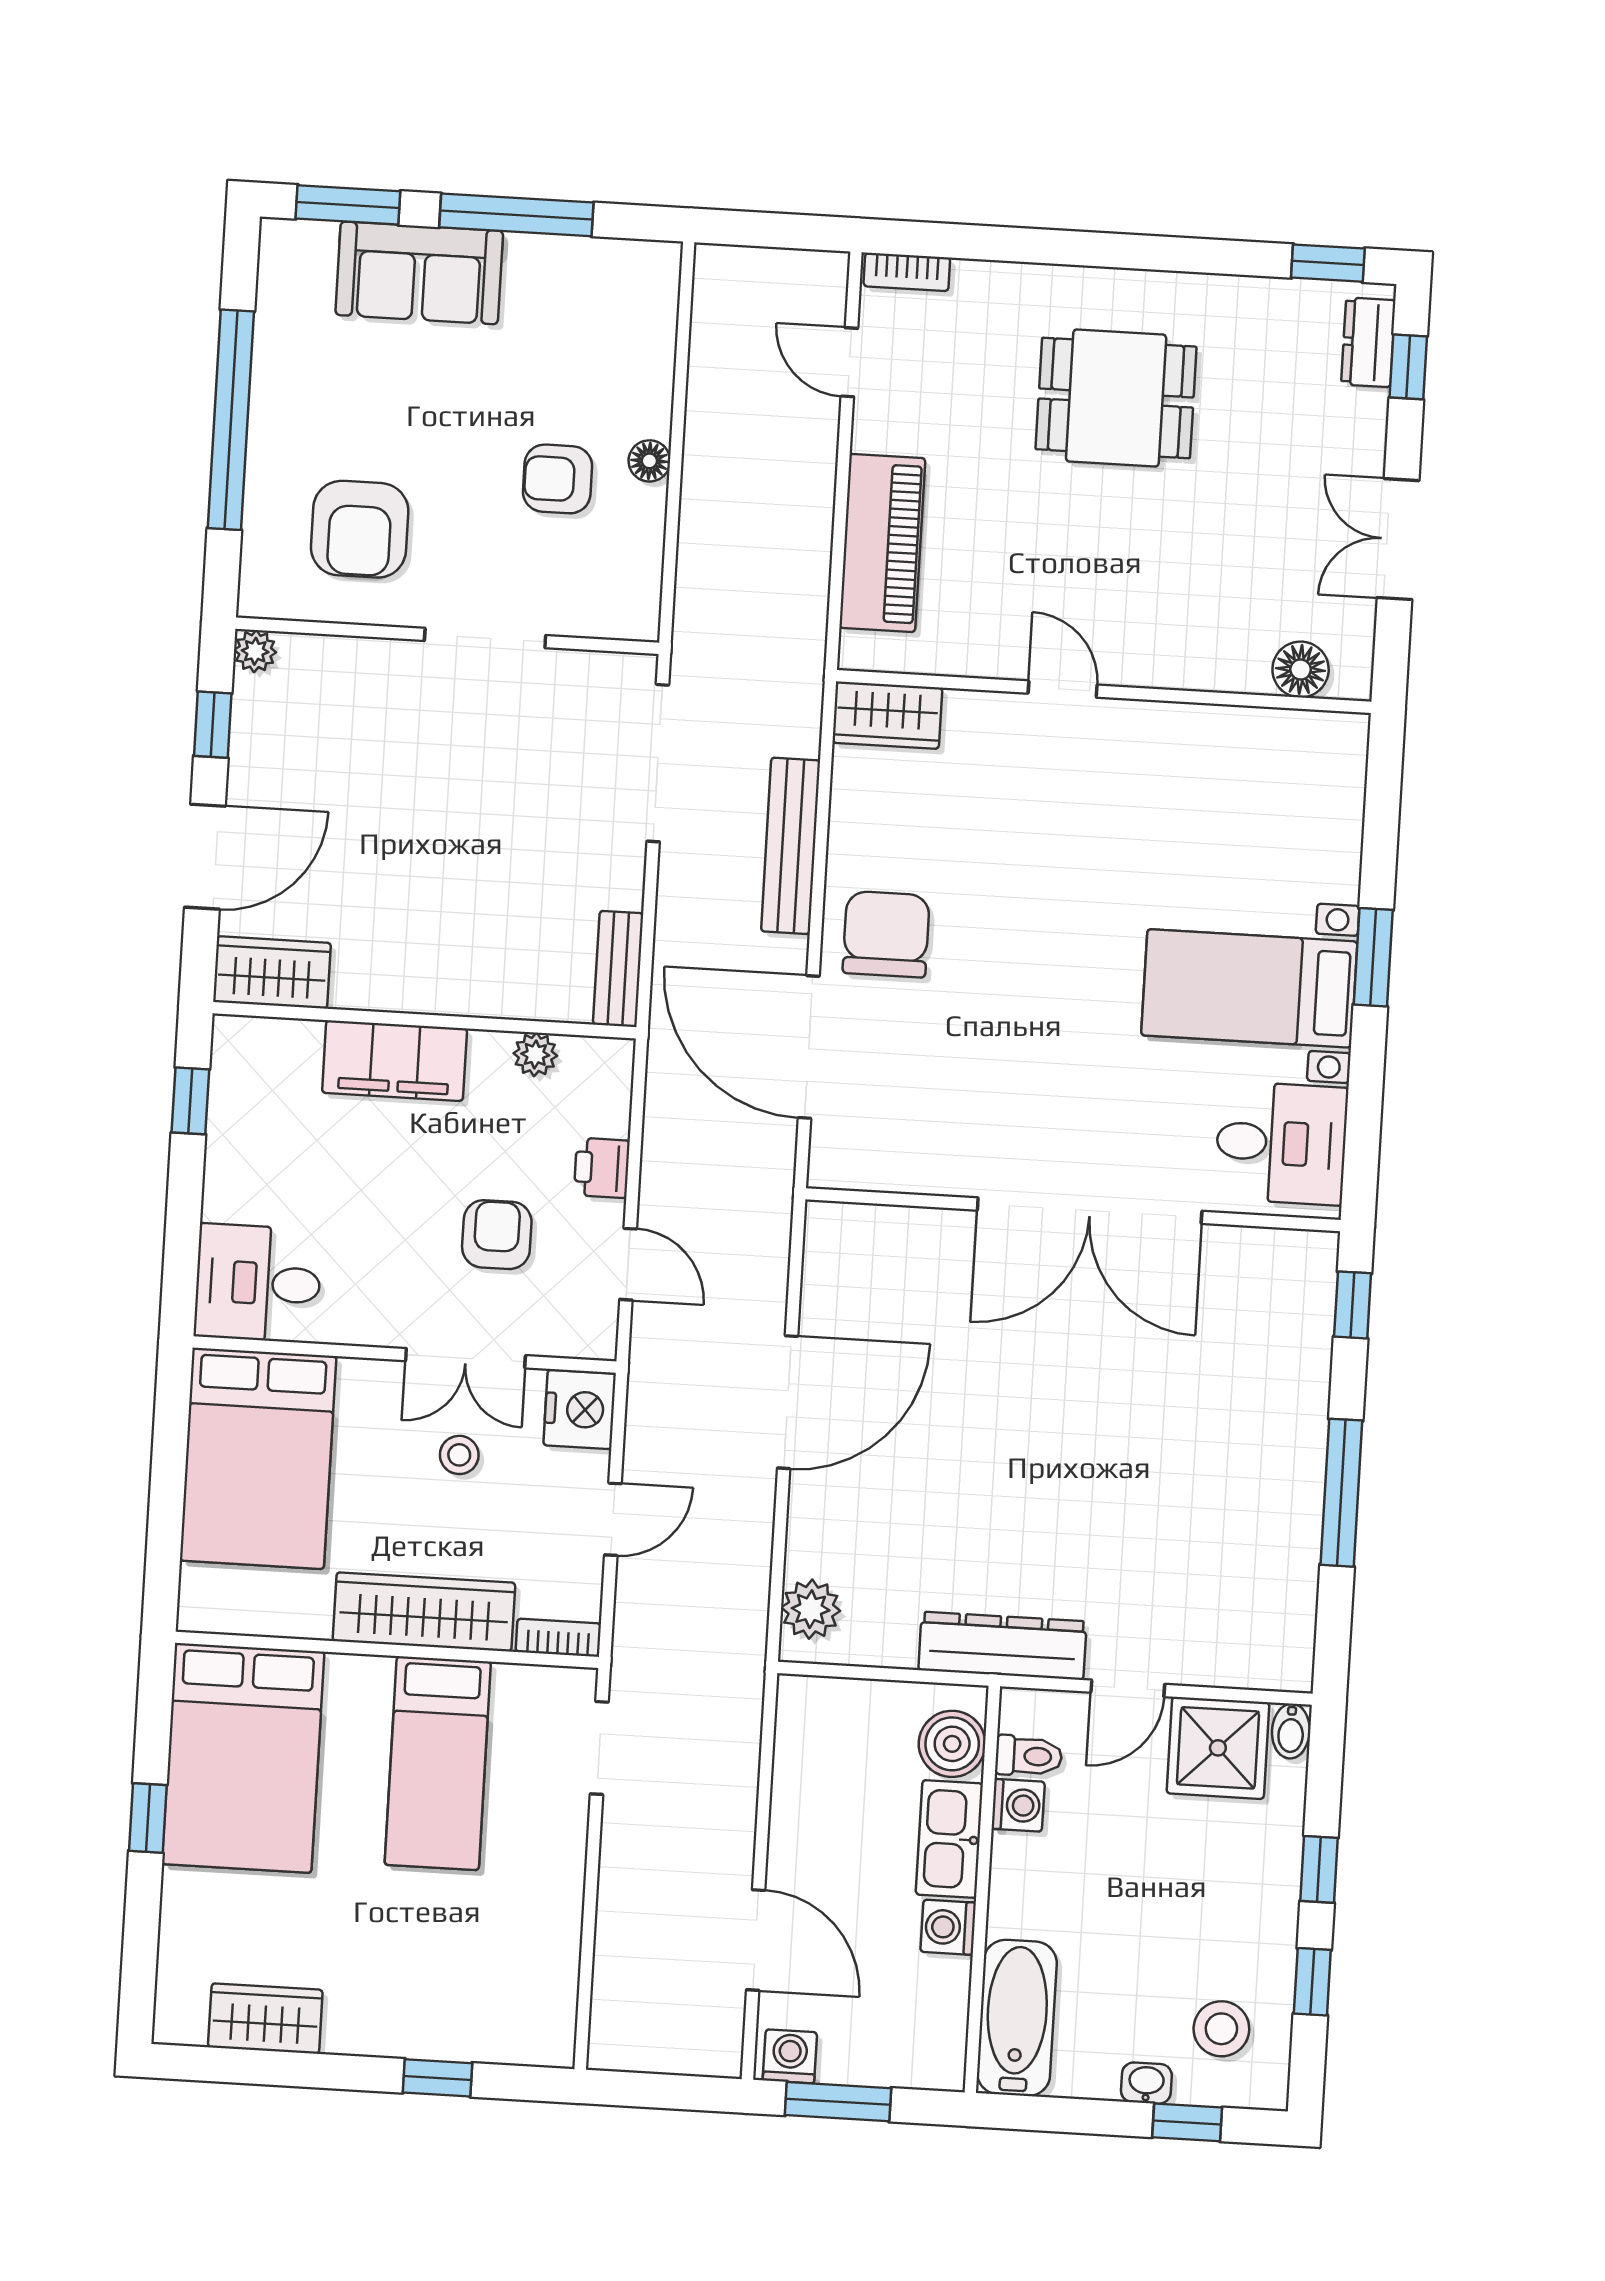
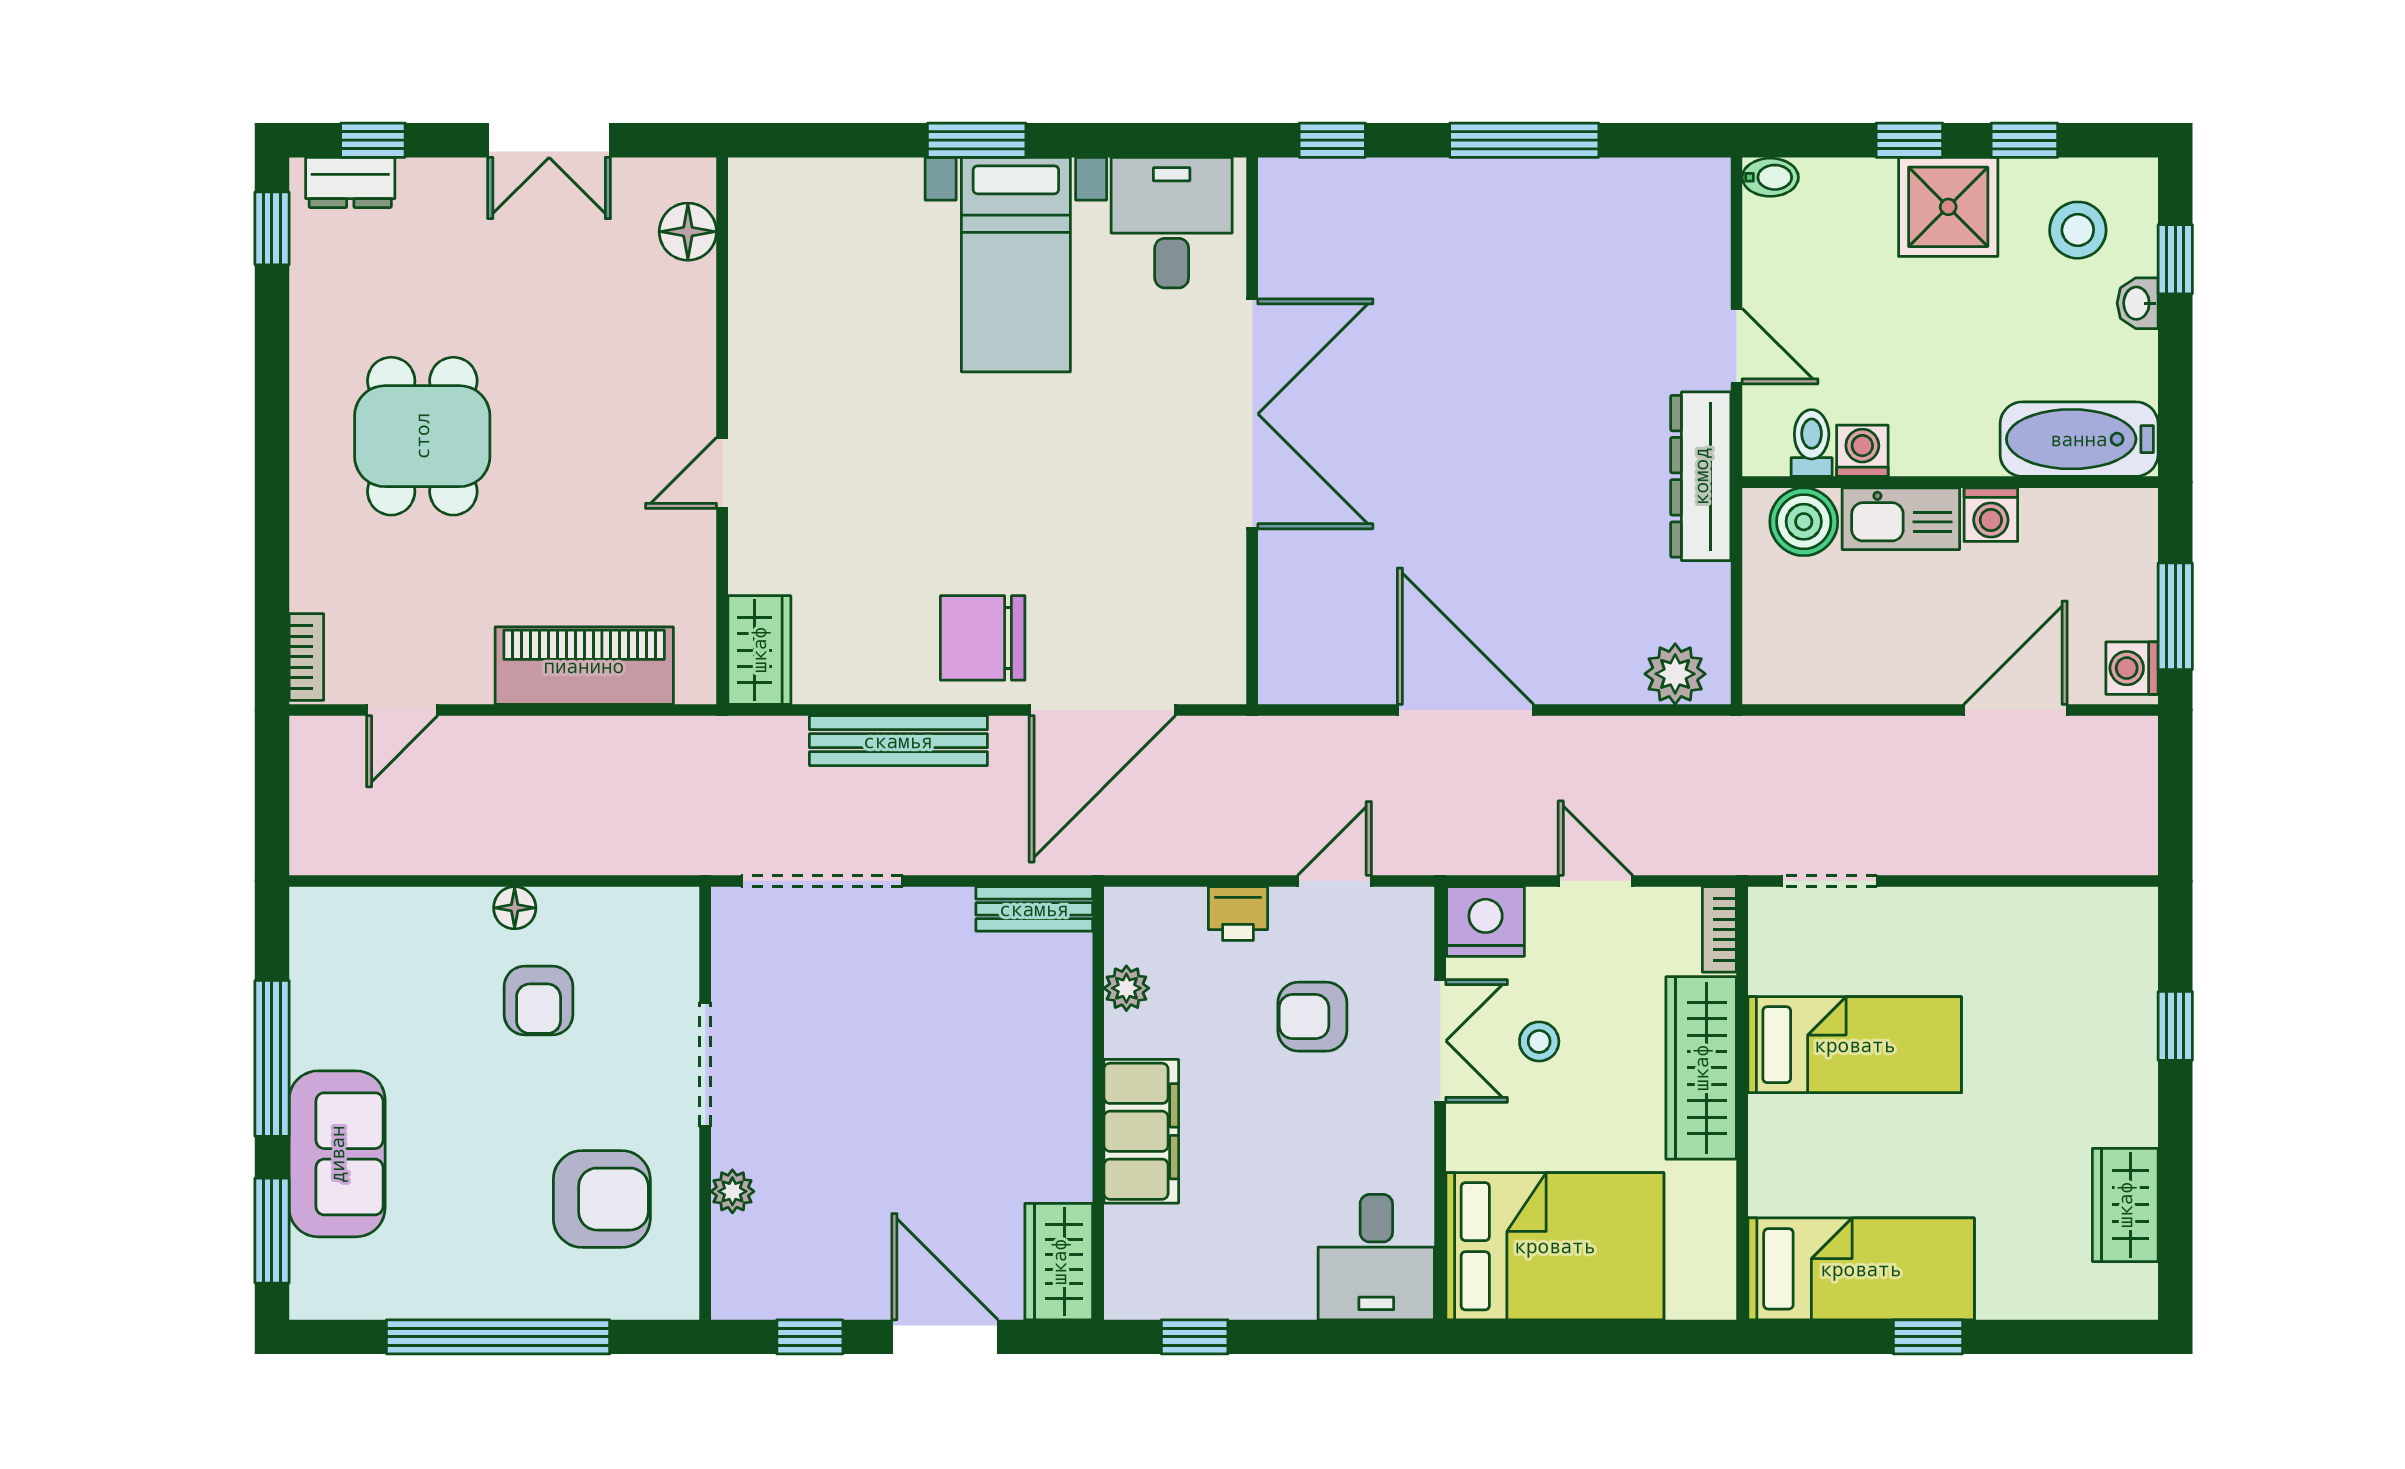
plant: (255, 651) -> (732, 1191), moved
shower: (1218, 1748) -> (1948, 207), moved
bed: (243, 1758) -> (1861, 1269), width x0.67

